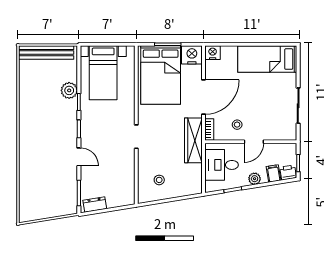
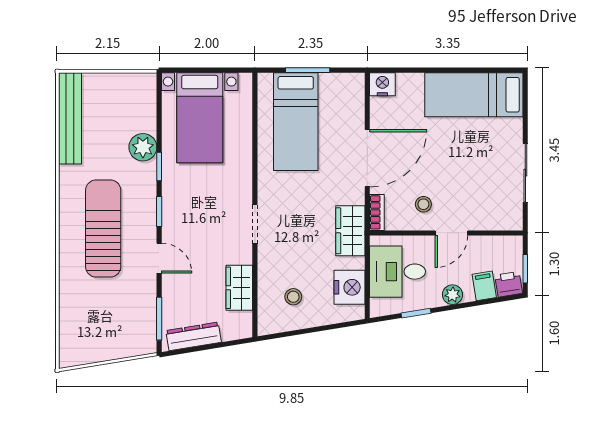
bench: (46, 53) -> (70, 118), moved, turned 90
nightstand: (192, 55) -> (350, 287), moved, turned 90
bed: (161, 75) -> (296, 122), width x0.67
sun lounger: (45, 139) -> (103, 229), added
wardrobe: (193, 140) -> (350, 231), width x0.67
wardrobe: (127, 175) -> (239, 288), added
dresser: (95, 204) -> (194, 336), width x1.44

